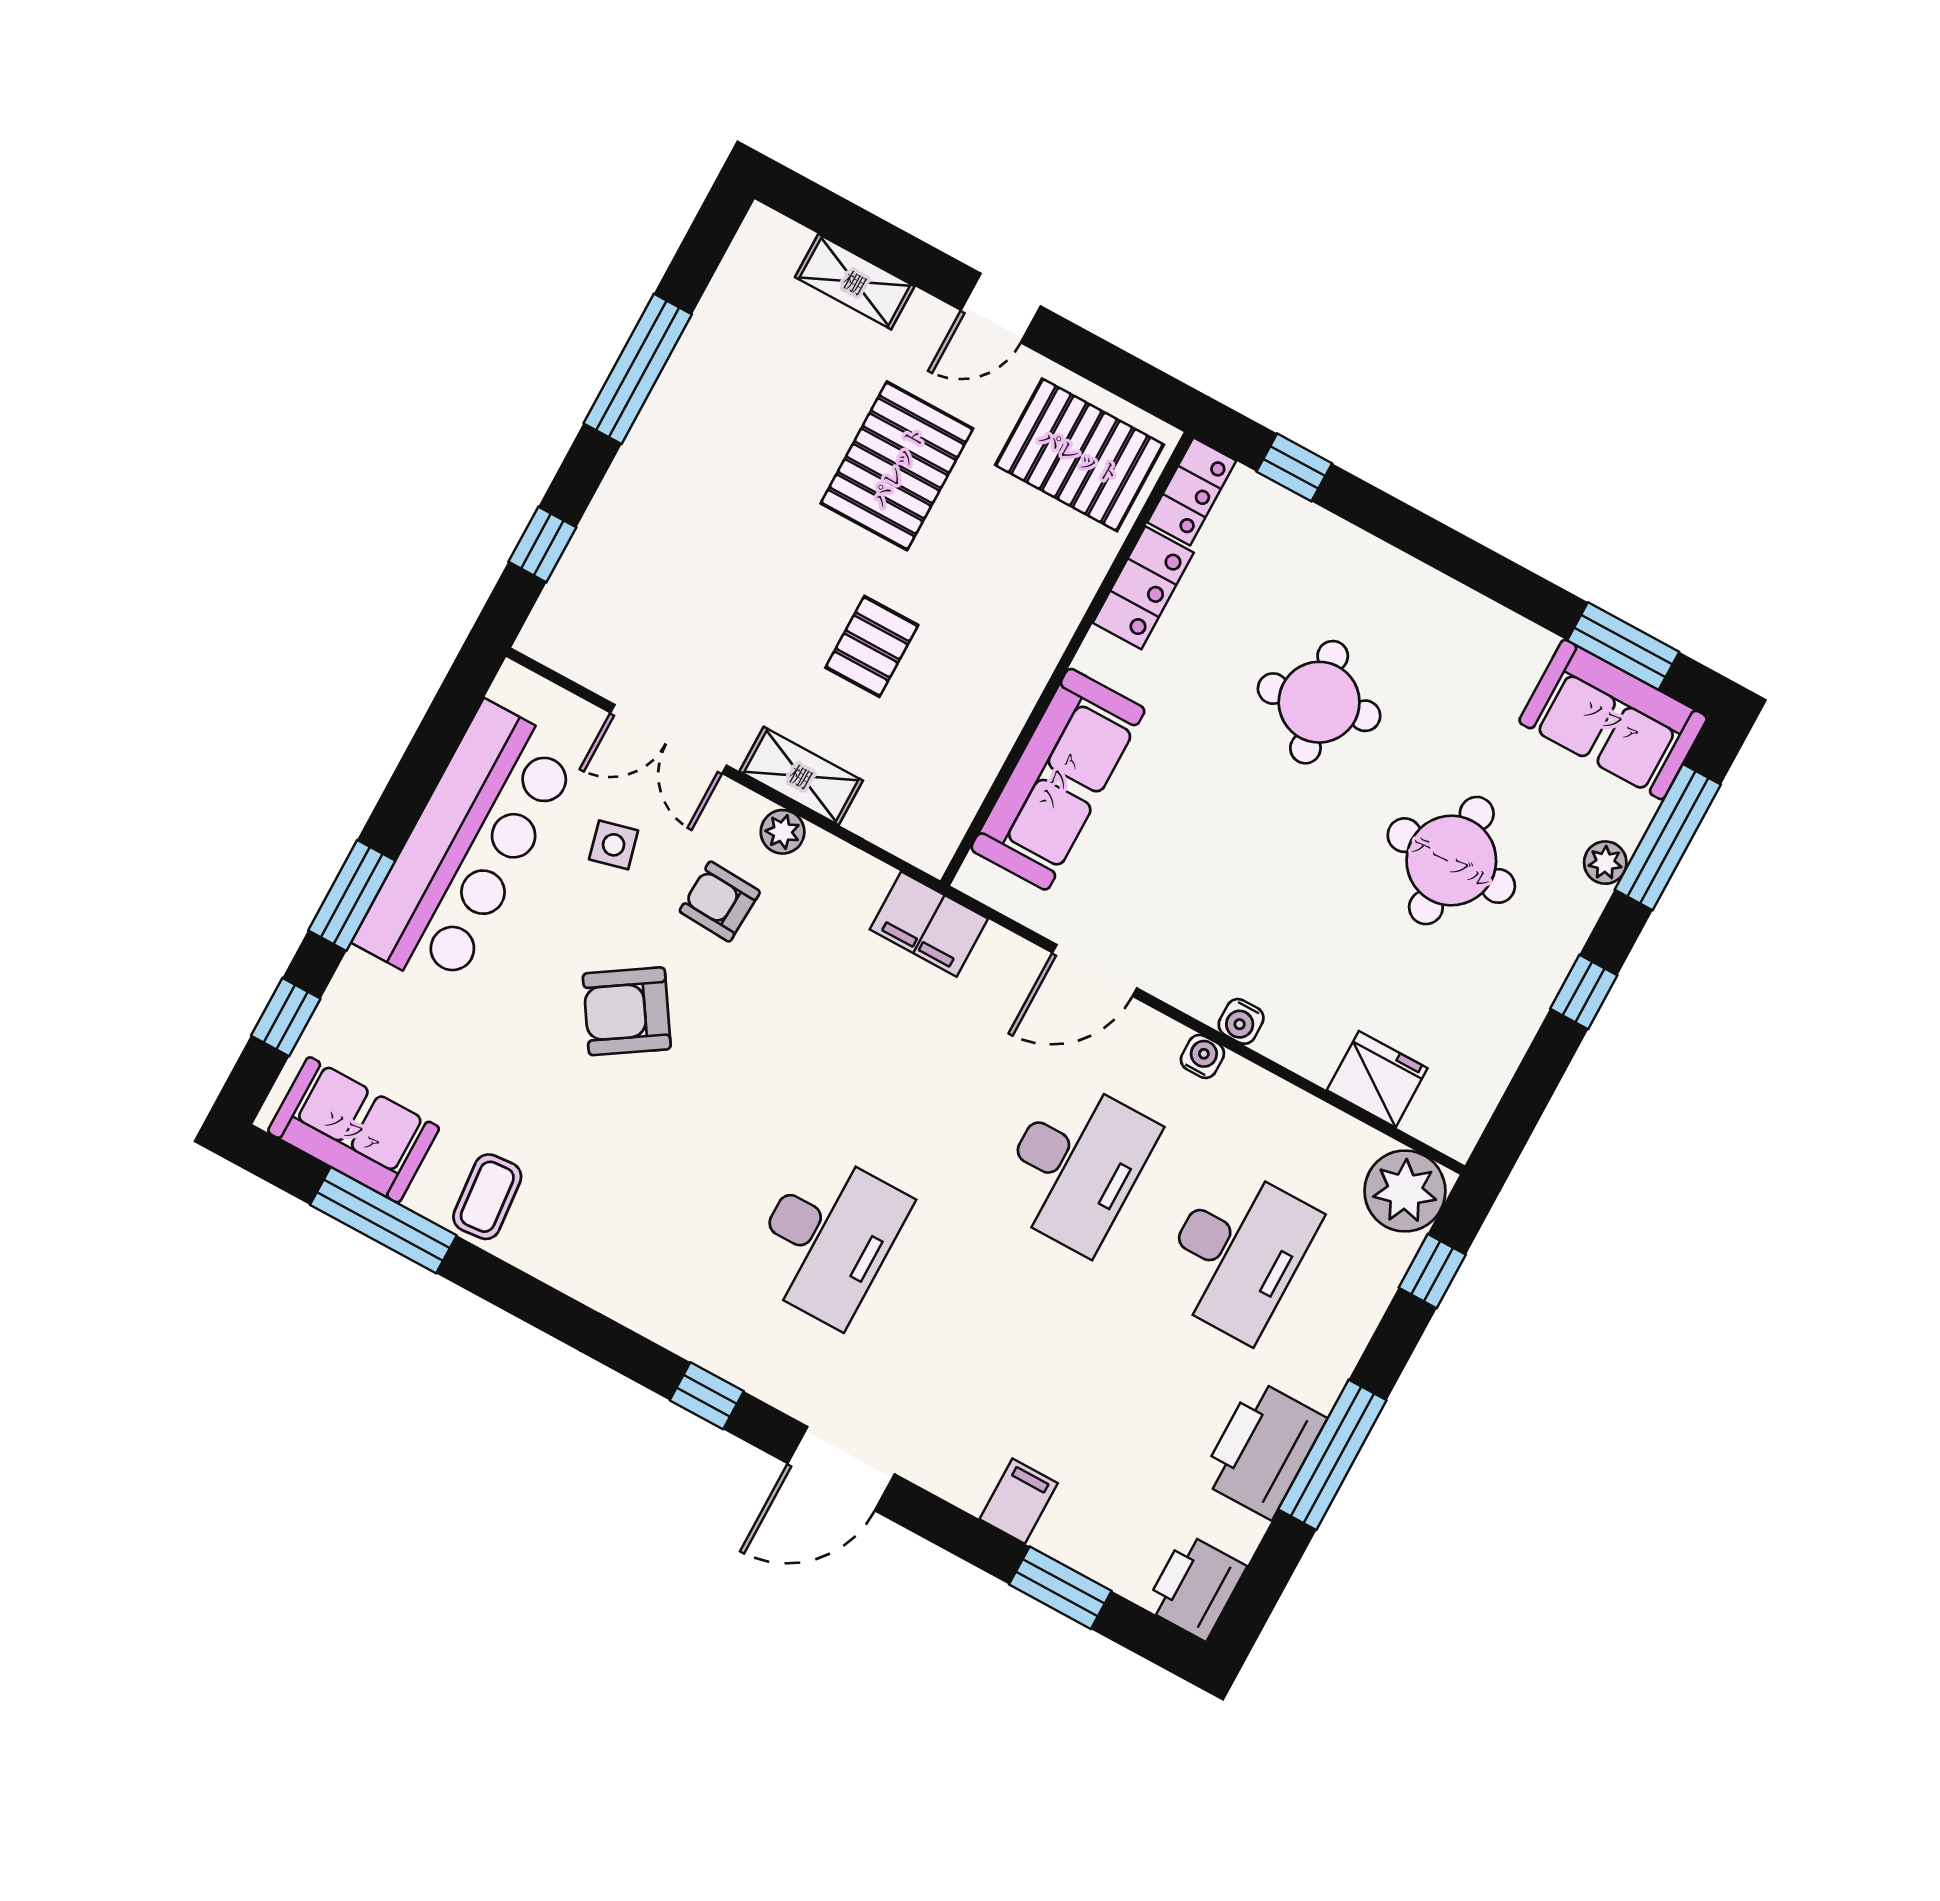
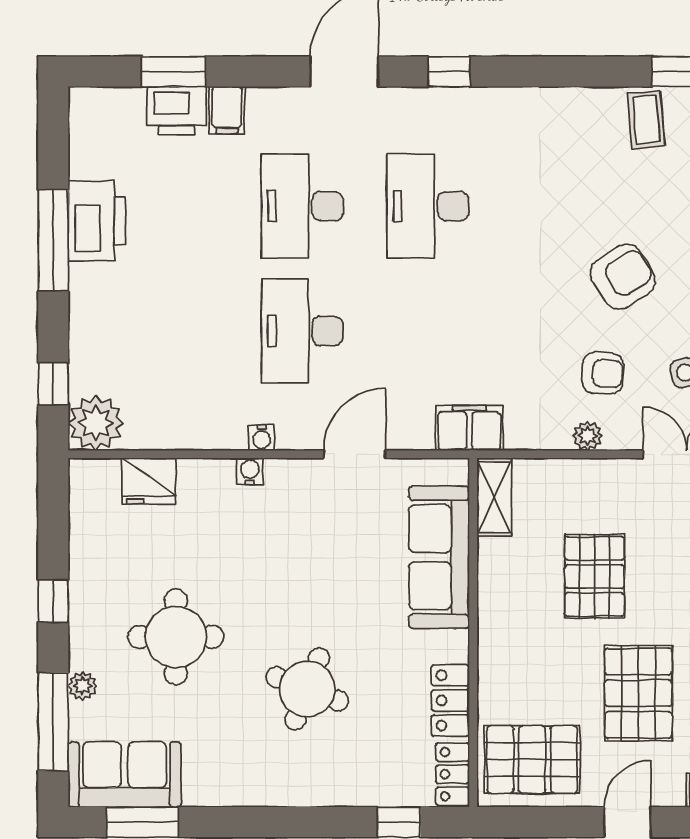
pallet: (872, 646) -> (594, 576), width x1.50, depth x1.42
round table: (1319, 702) -> (307, 689), turned 33
shelving: (801, 776) -> (494, 497), moved, turned 90
desk: (1237, 1253) -> (302, 206), moved
printer: (1195, 1587) -> (177, 111), moved, turned 90

